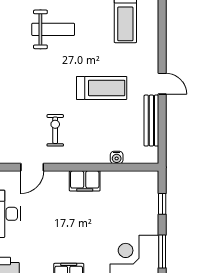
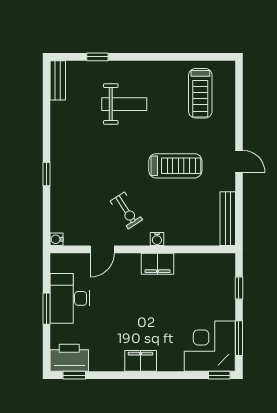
bench: (151, 121) -> (228, 219), moved
exercise bike: (55, 130) -> (126, 210), turned 147
water cooler: (117, 157) -> (157, 239), moved

